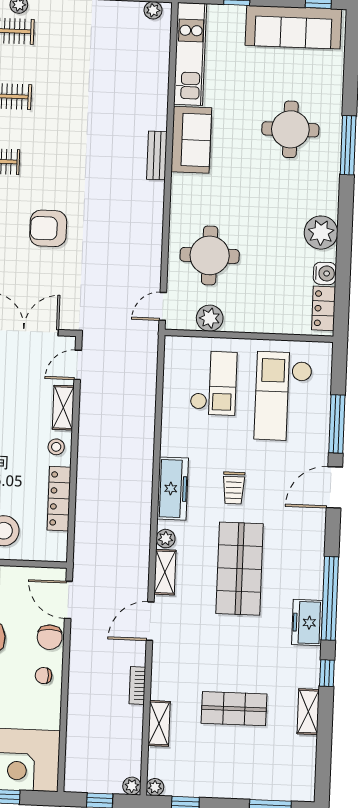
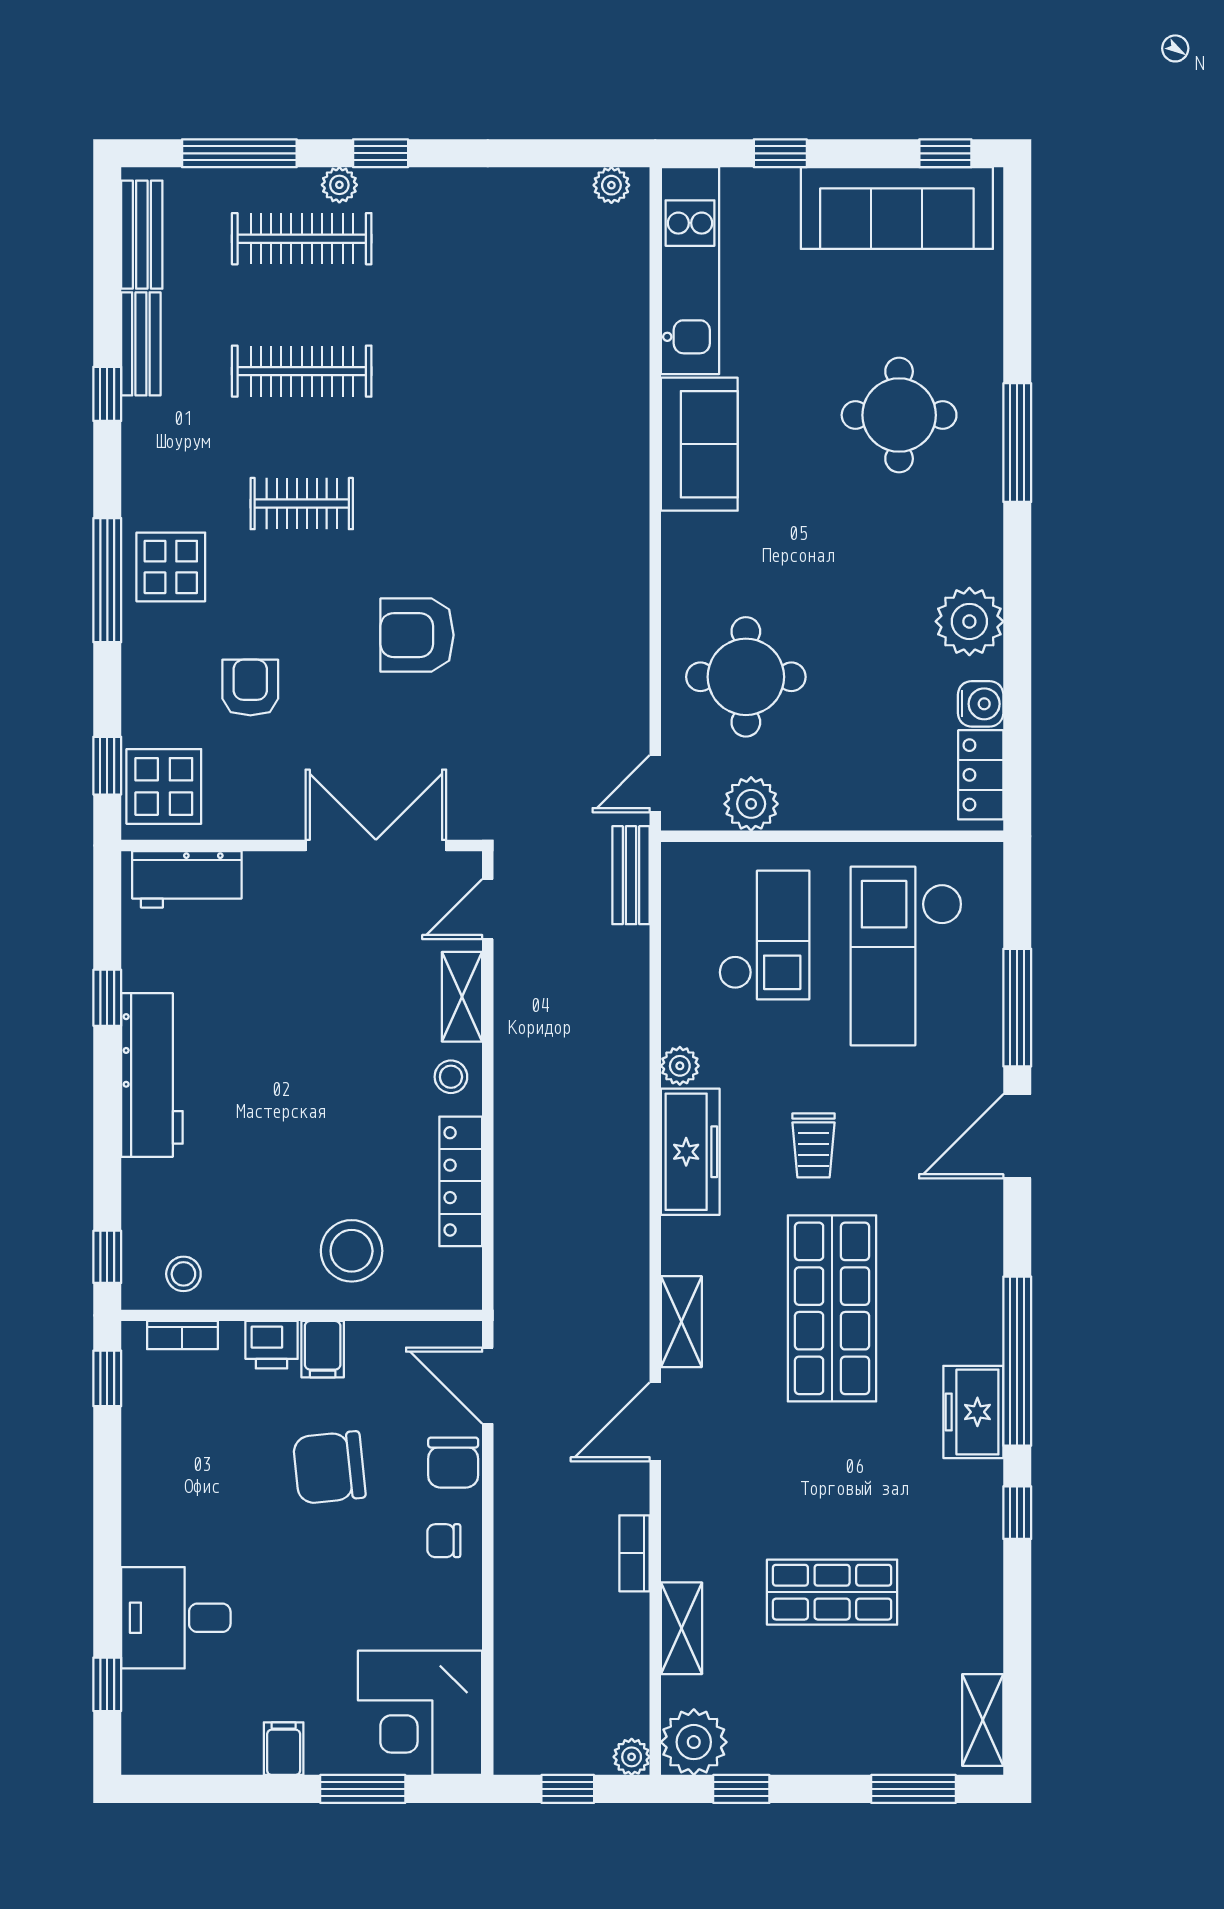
bench: (157, 155) -> (631, 875), moved
plant: (166, 539) -> (680, 1066), moved
shelving: (308, 712) -> (983, 1720), moved
plant: (155, 787) -> (694, 1742), width x1.87, depth x1.87

